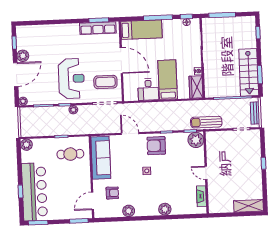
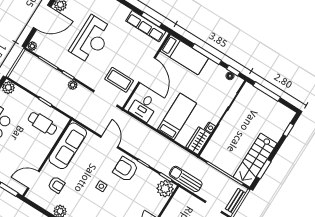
reception desk: (71, 79) -> (91, 40), moved
desk: (148, 89) -> (144, 107), moved

